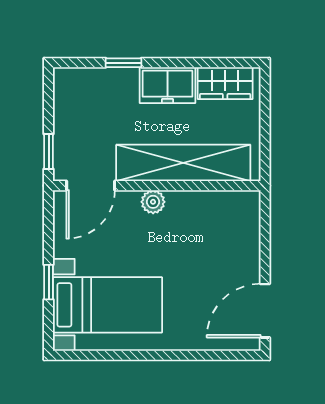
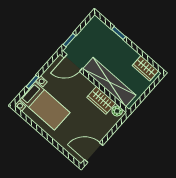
freezer: (168, 85) -> (126, 53), removed
plant: (153, 202) -> (117, 111), moved
wardrobe: (197, 208) -> (101, 100), added

